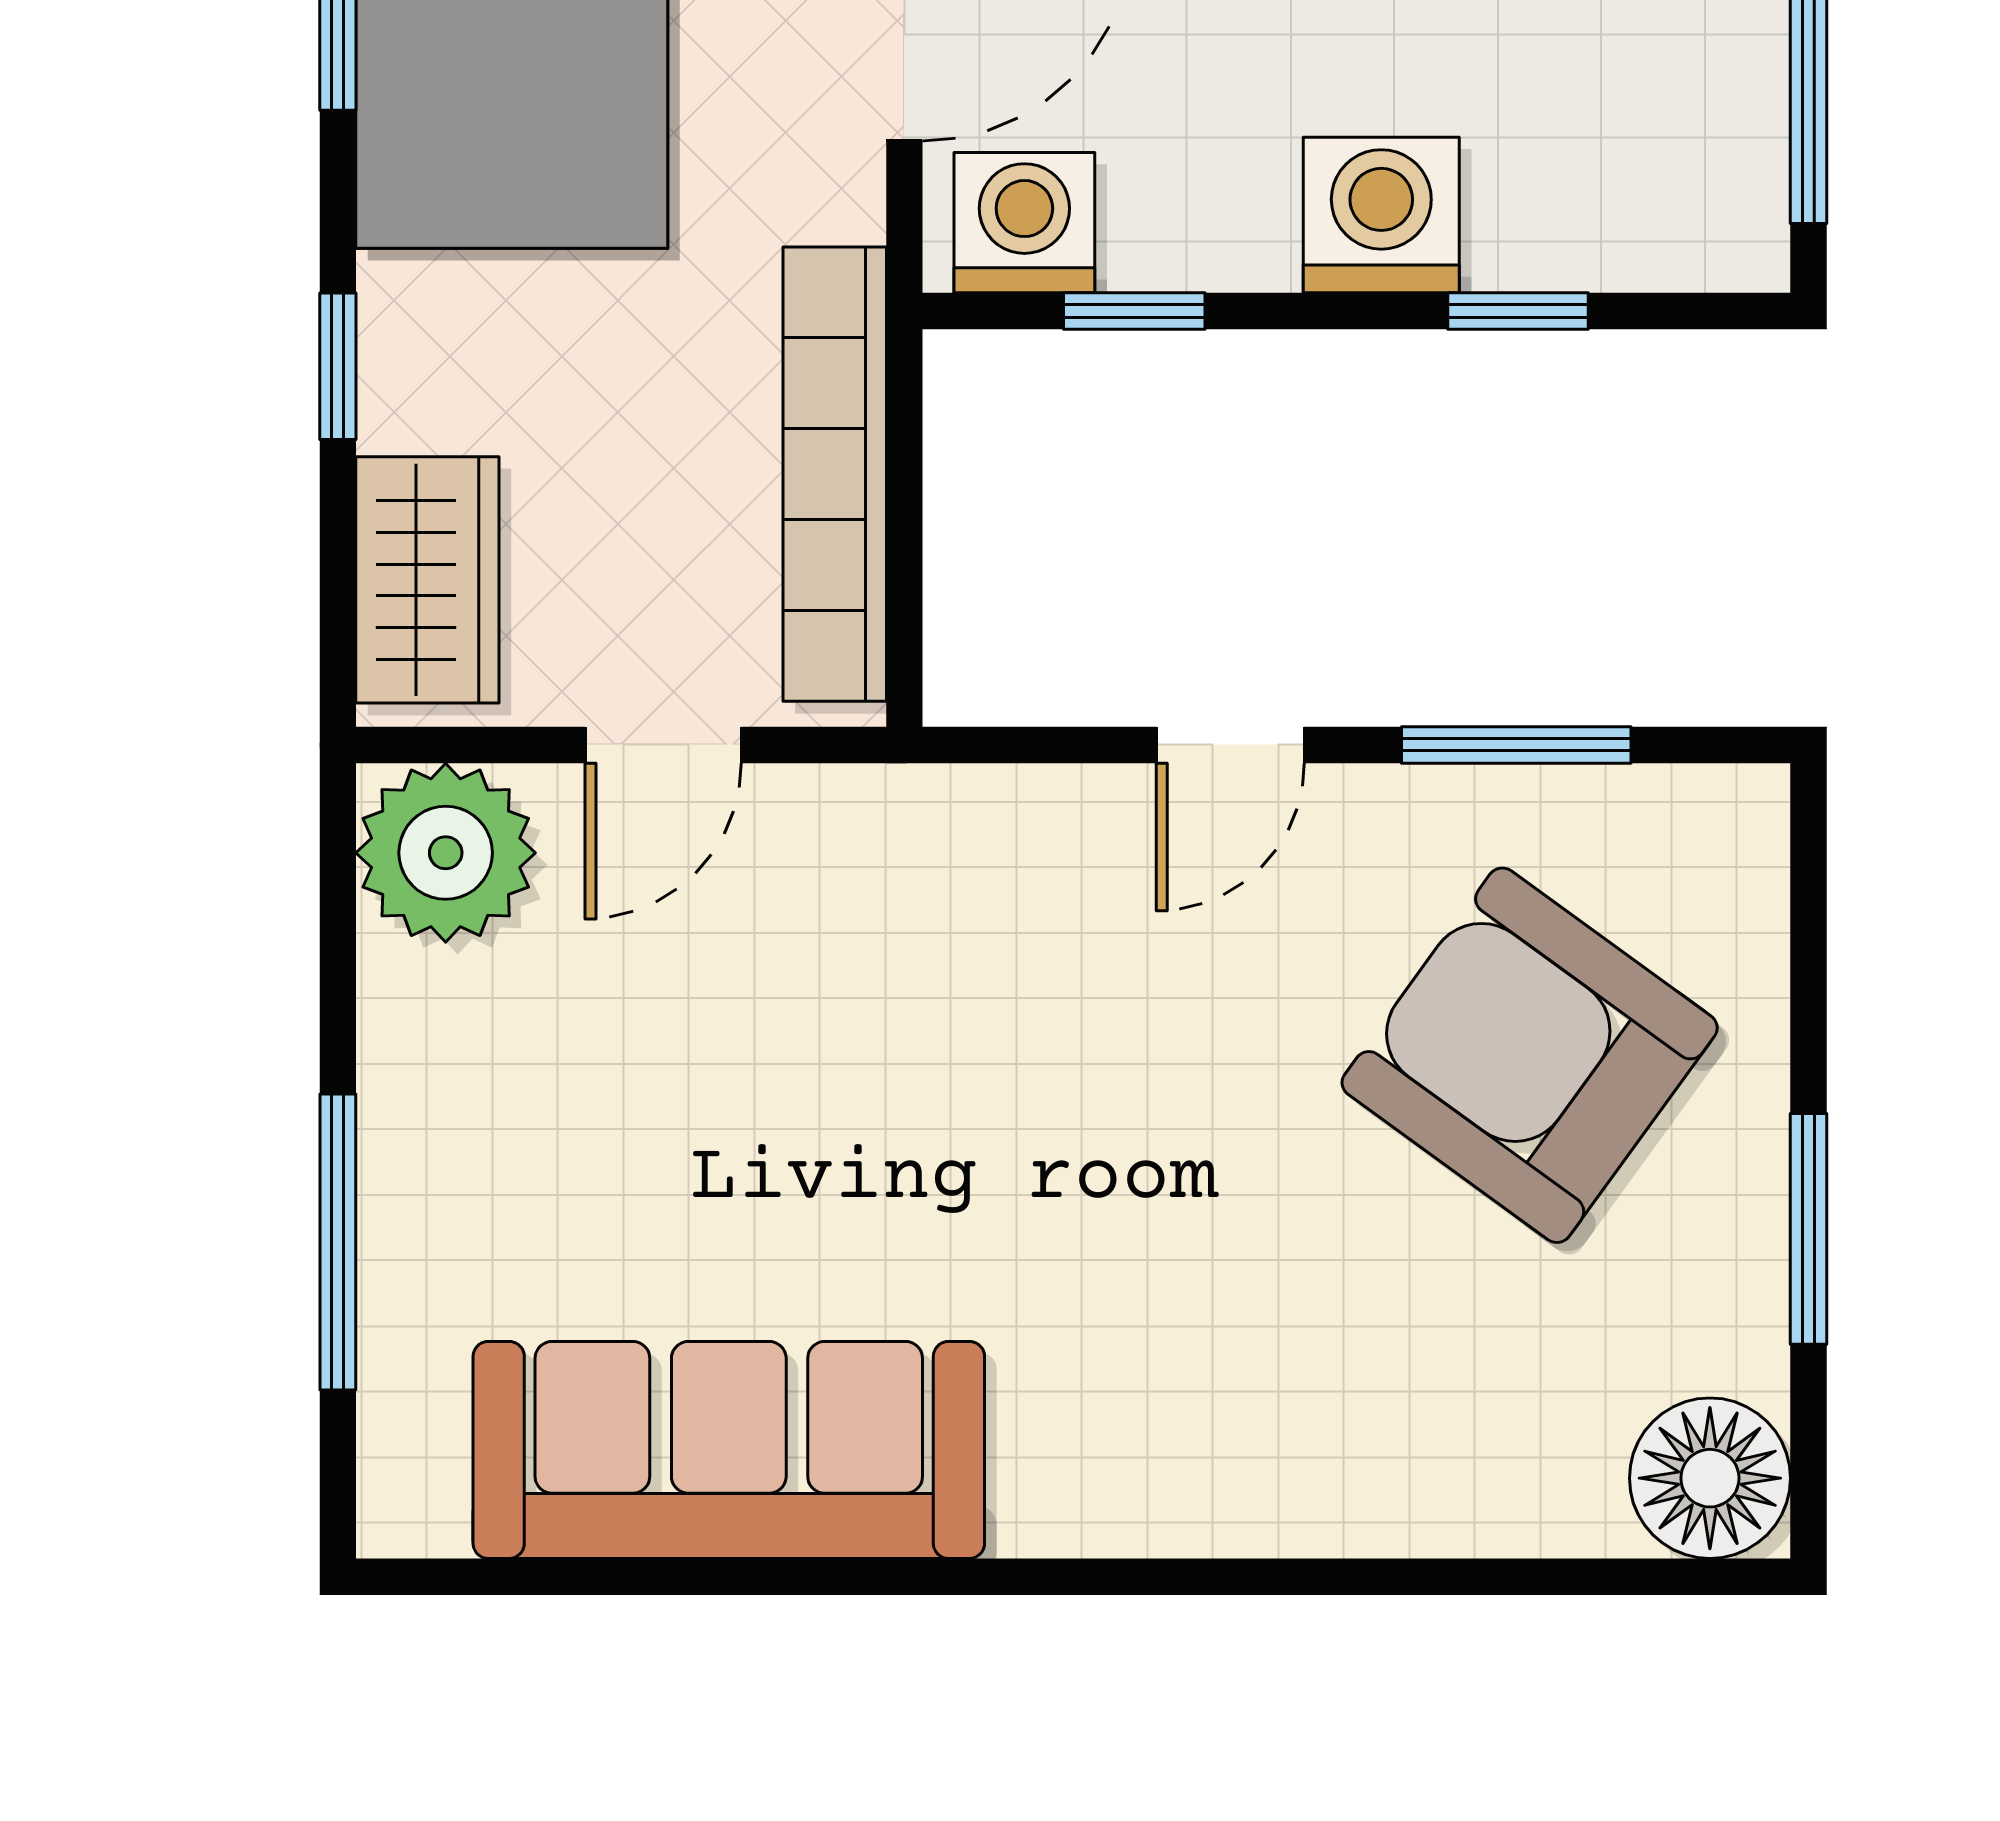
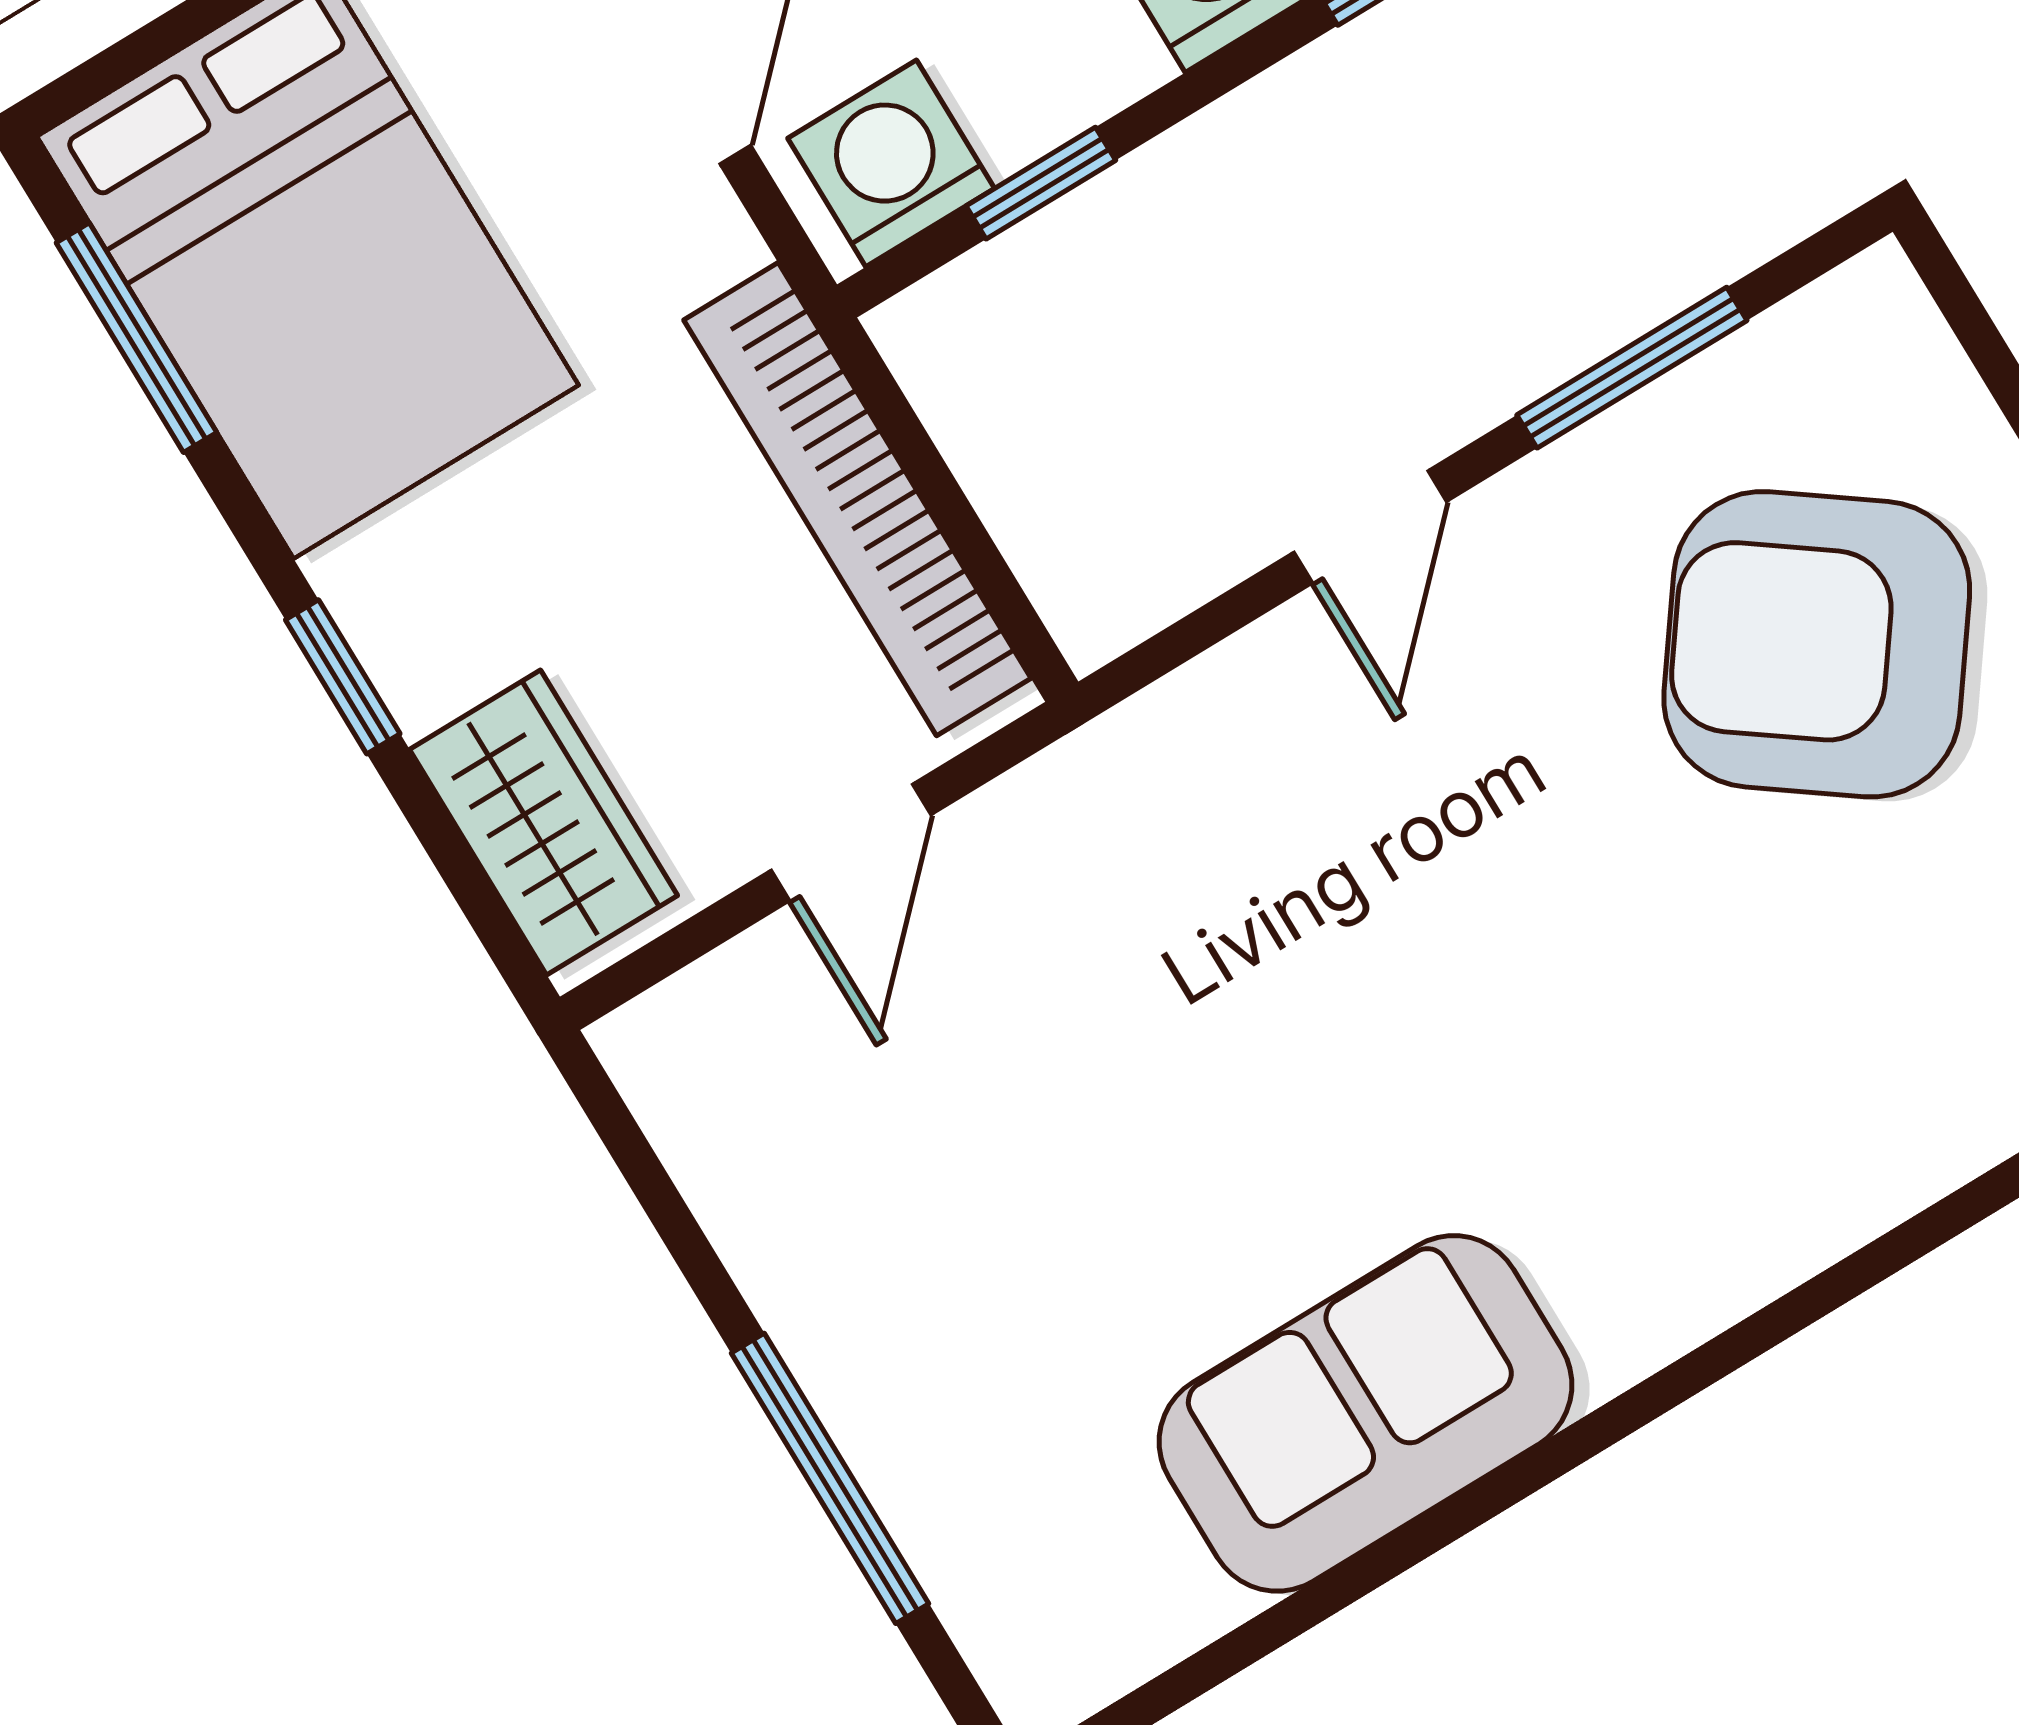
plant: (446, 853) -> (712, 1062), removed
sofa: (729, 1450) -> (1365, 1413), width x0.73

